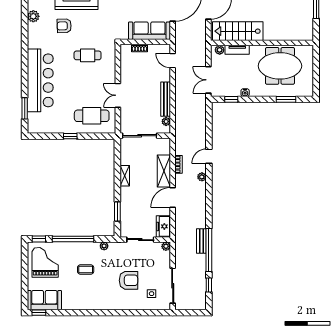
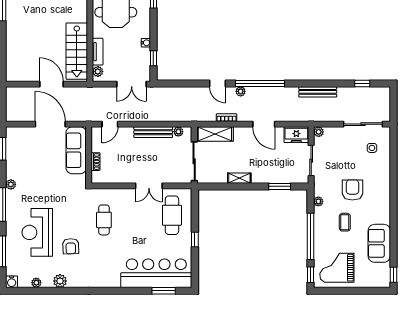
bar counter: (40, 80) -> (156, 273), moved
shelving: (164, 171) -> (215, 134), moved
bench: (201, 241) -> (318, 92), width x1.36
window: (209, 250) -> (260, 83), moved
armchair: (128, 280) -> (352, 190), moved
sofa: (44, 300) -> (379, 243), moved

